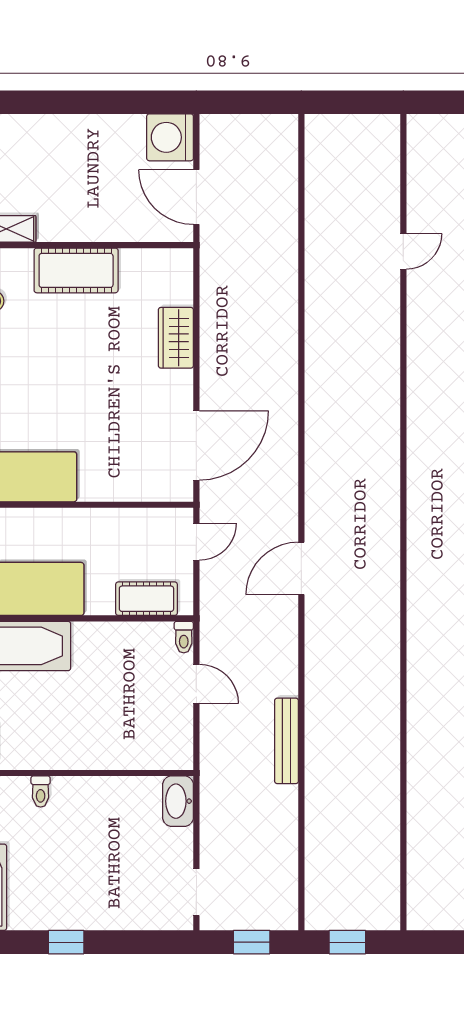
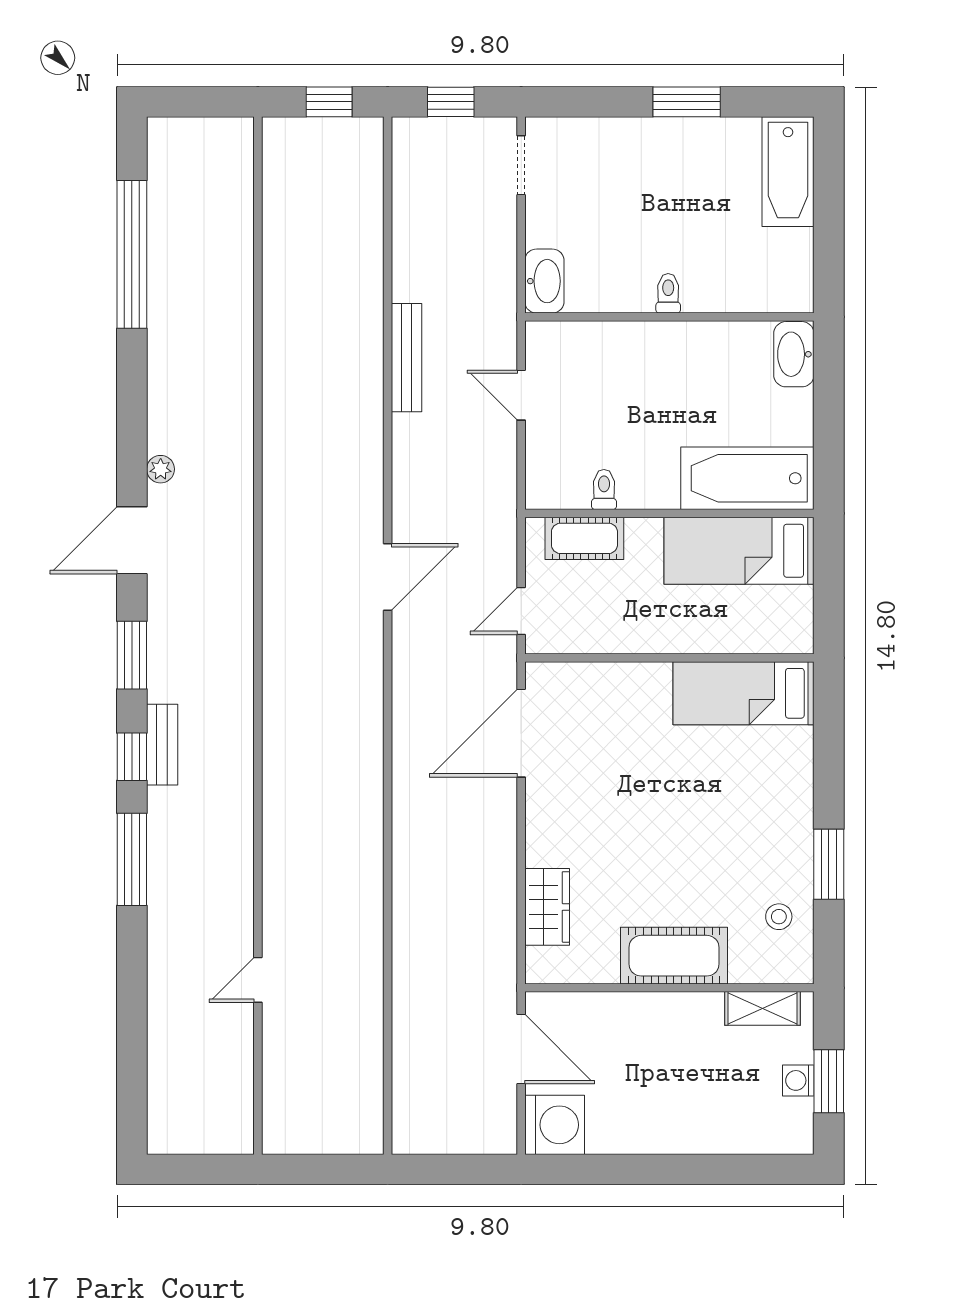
wardrobe: (176, 338) -> (547, 907), moved
toilet: (184, 637) -> (604, 490), moved
door: (196, 684) -> (521, 395), moved
toilet: (41, 791) -> (668, 293), moved
window: (66, 942) -> (687, 102), width x1.50

